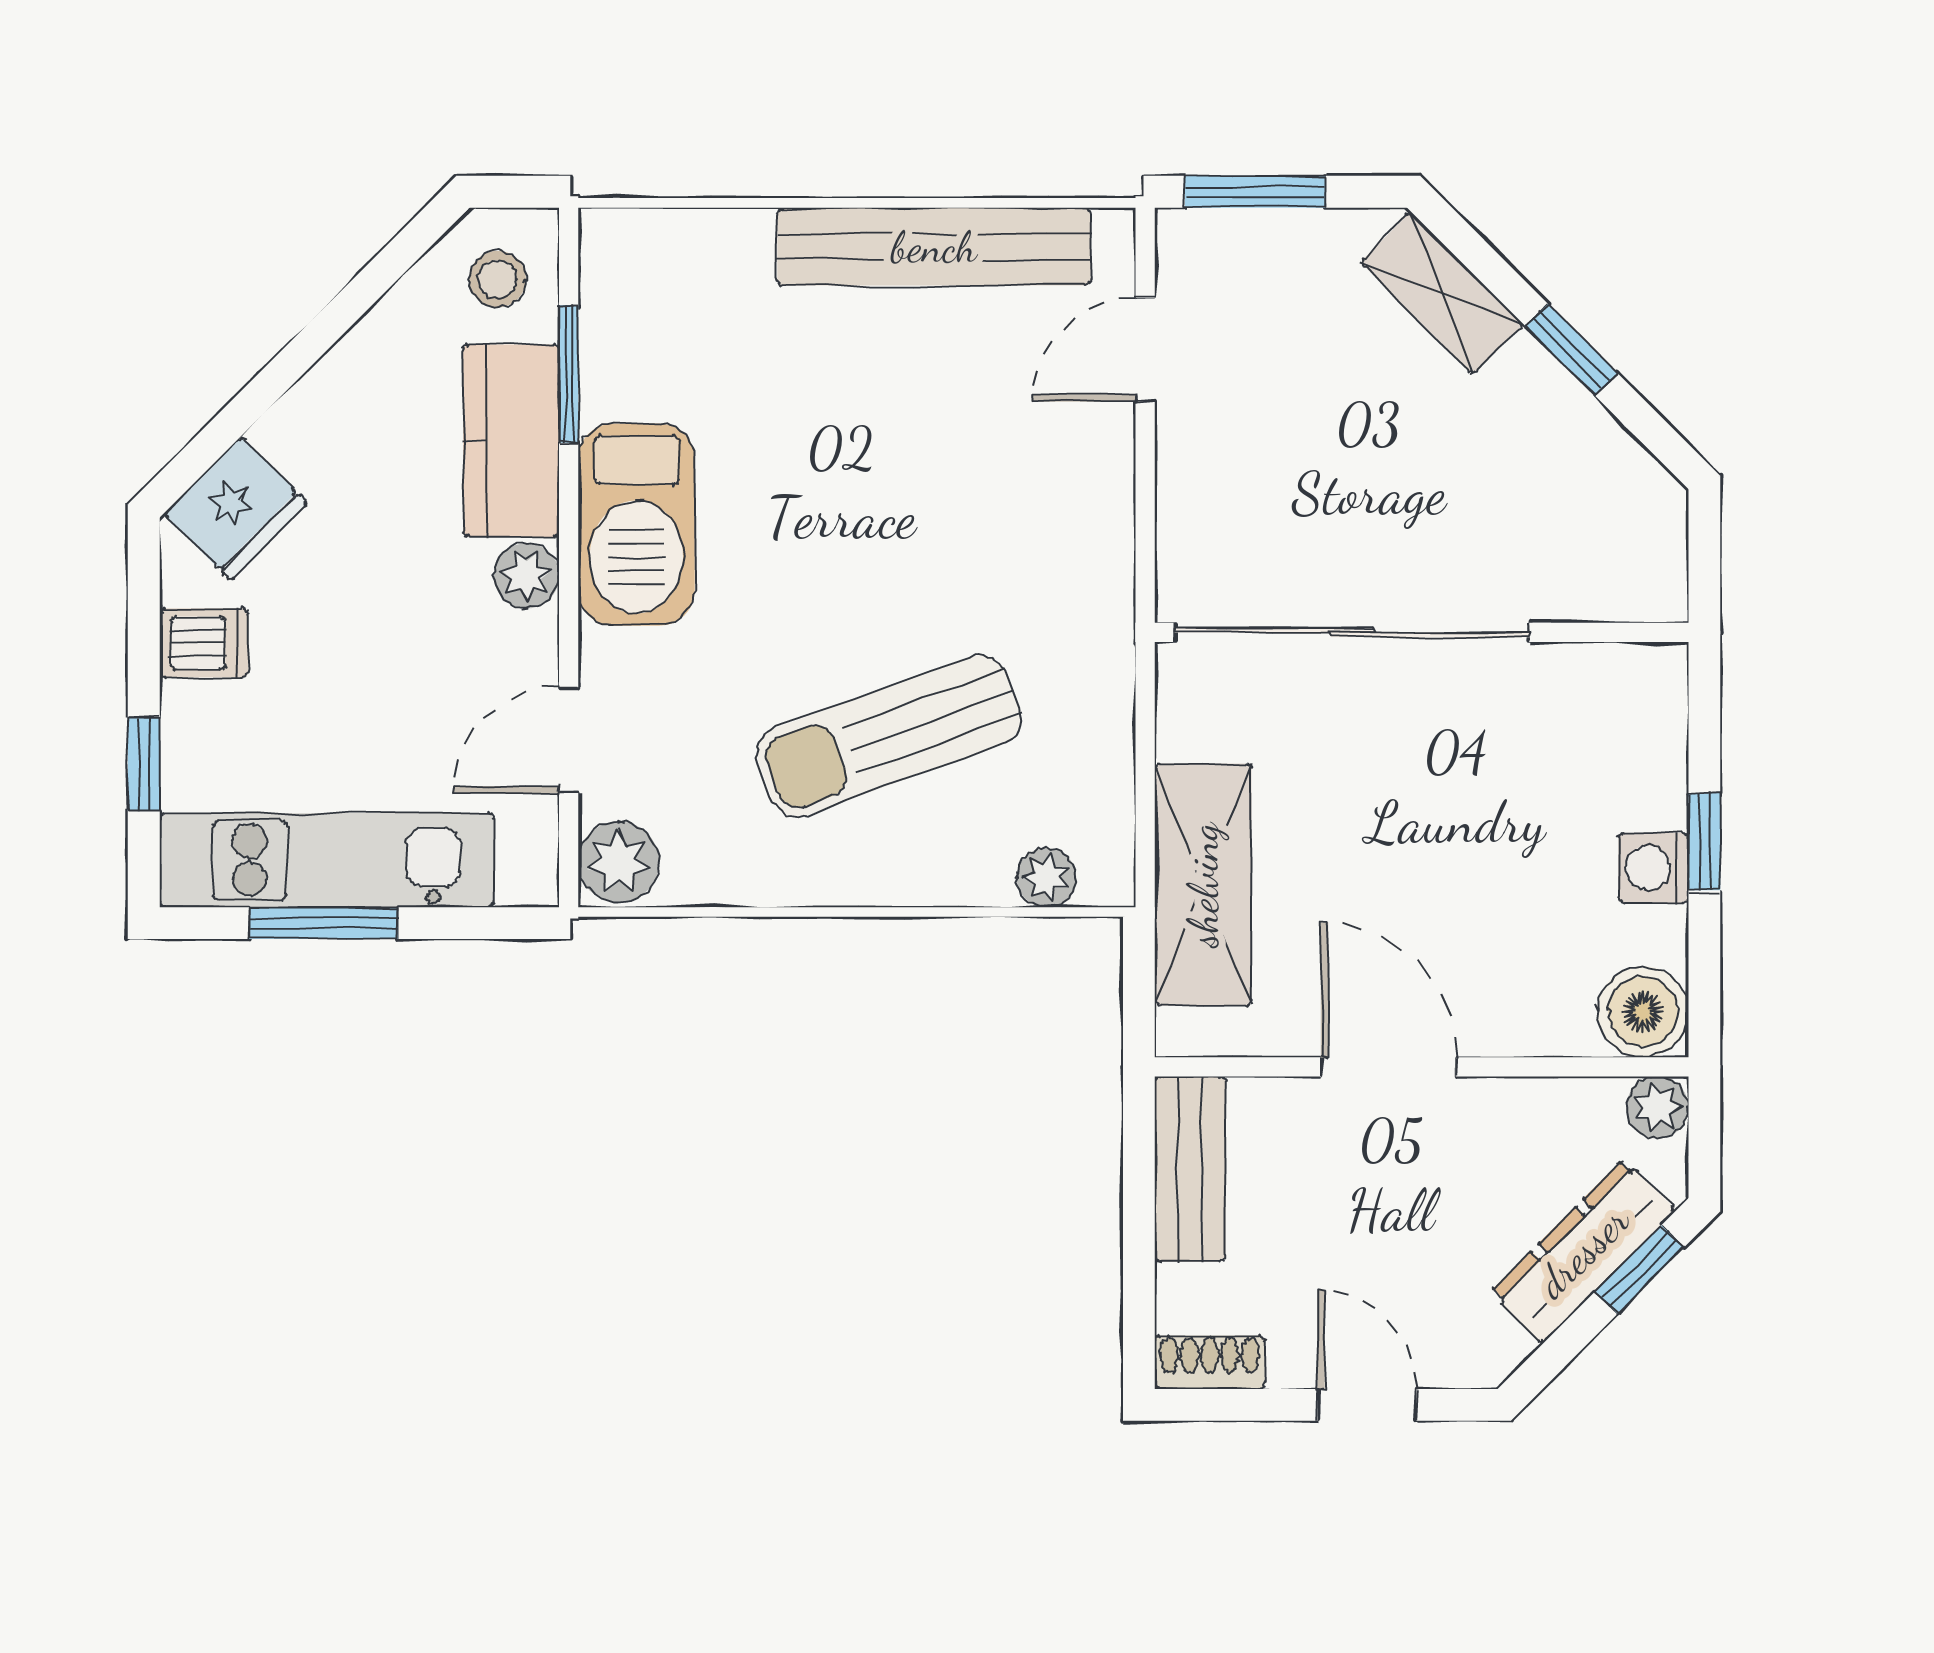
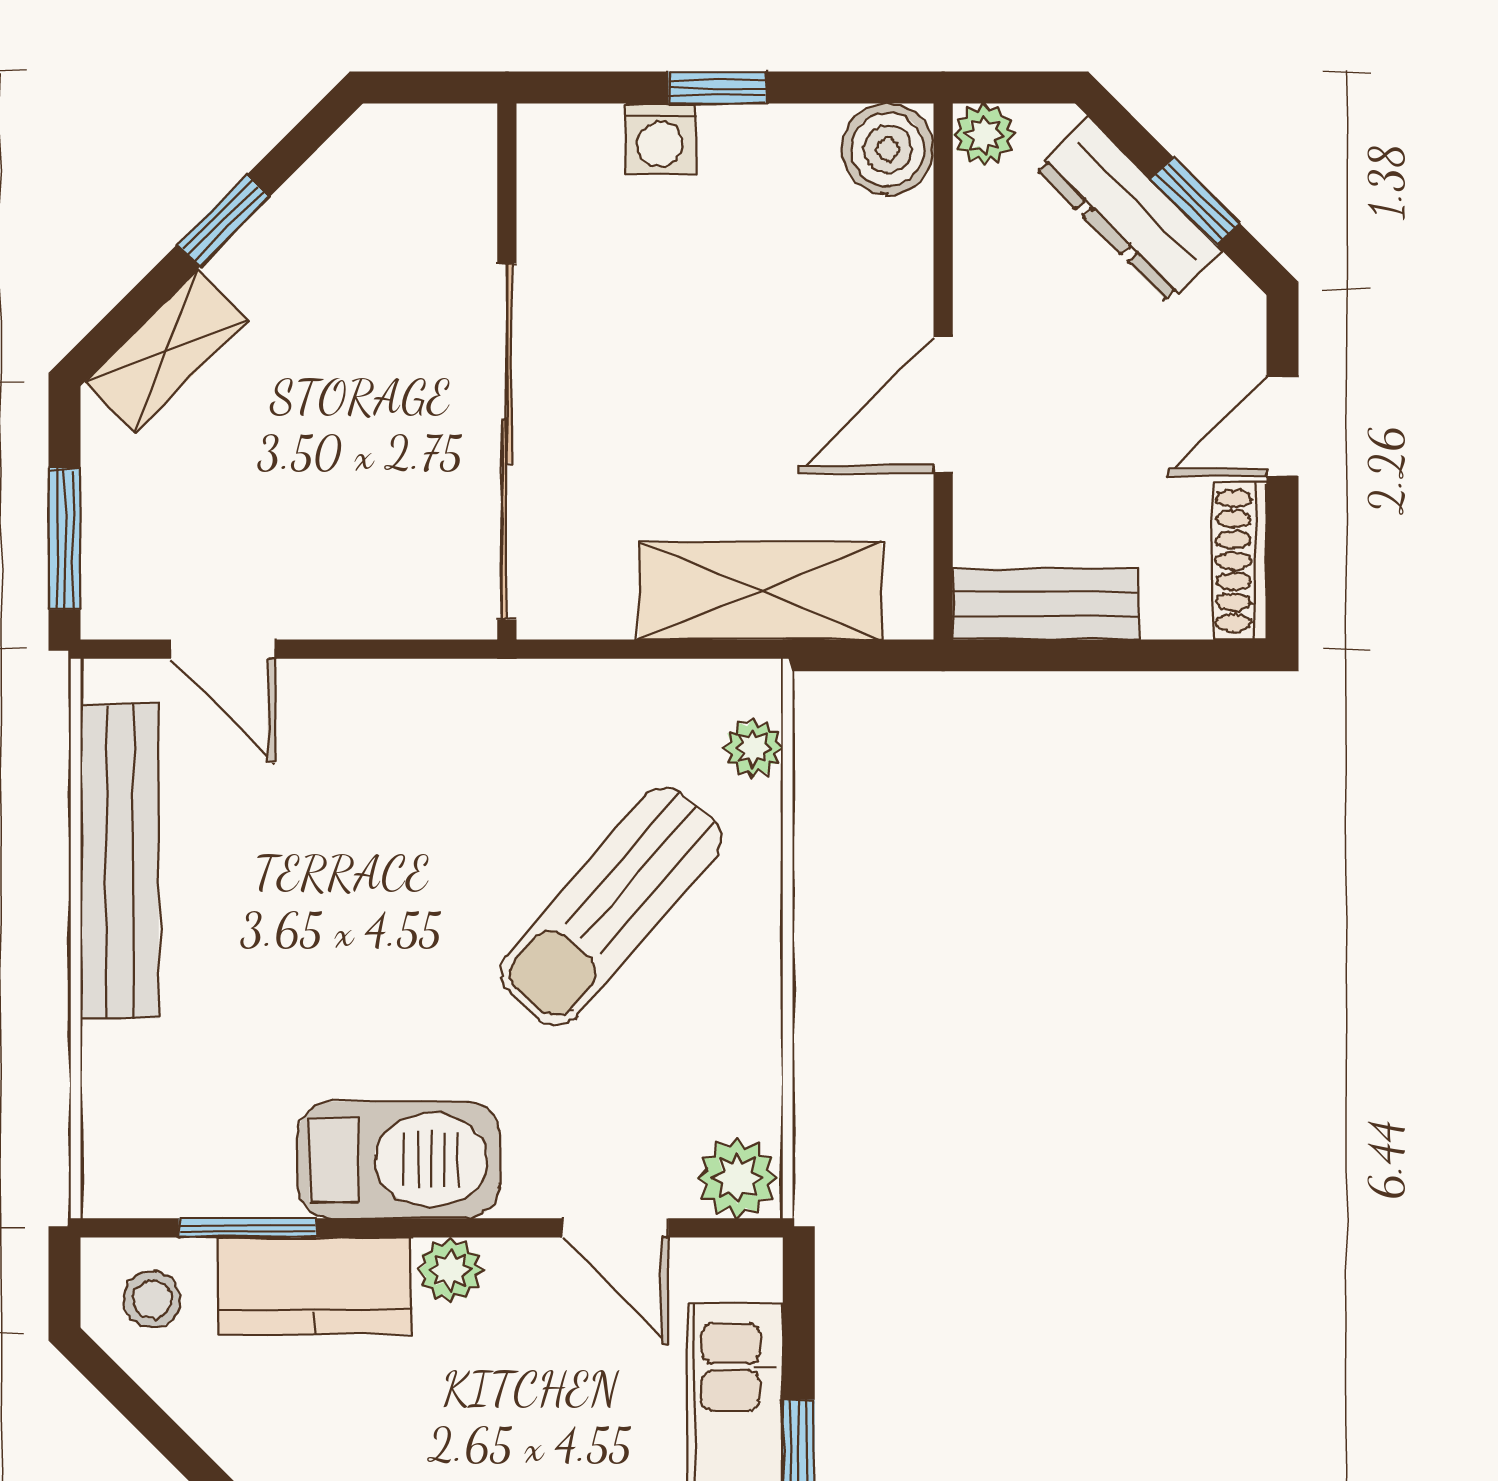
sun lounger: (889, 736) -> (611, 906), turned 61
washing machine: (1653, 868) -> (660, 139), moved
window: (1640, 1269) -> (1195, 201), moved
shoe rack: (1210, 1362) -> (1240, 561), width x1.43

